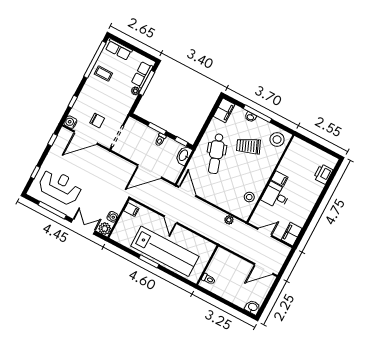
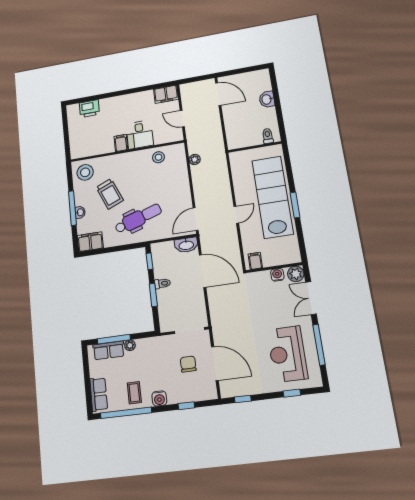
water cooler: (70, 122) -> (159, 398), moved
washbasin: (184, 155) -> (186, 245), moved
washbasin: (253, 307) -> (267, 99), moved

